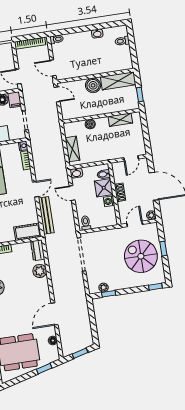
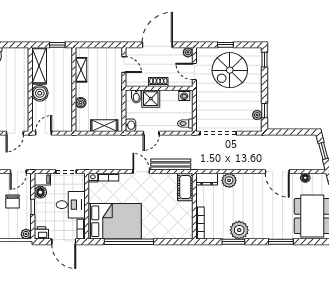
washing machine: (109, 201) -> (184, 95), moved

